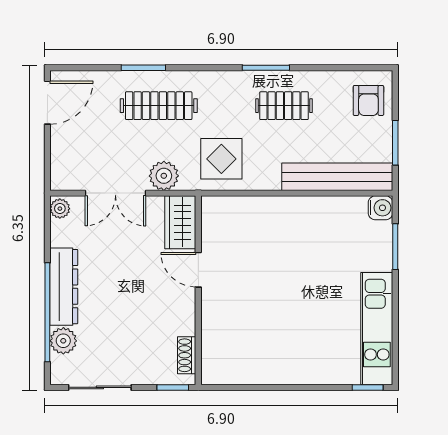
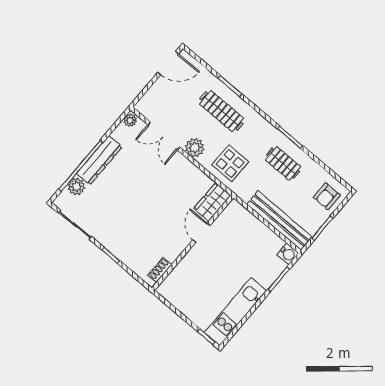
wardrobe: (180, 222) -> (212, 202), moved
door: (198, 270) -> (201, 233), moved
wall: (198, 290) -> (193, 243), moved
shoe rack: (187, 355) -> (160, 270), moved

